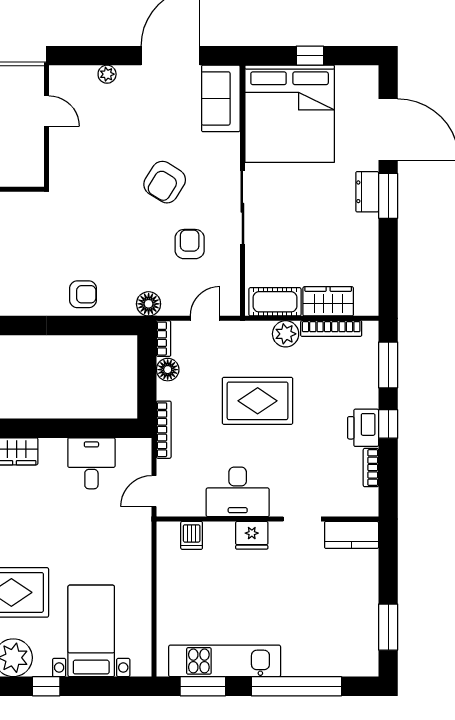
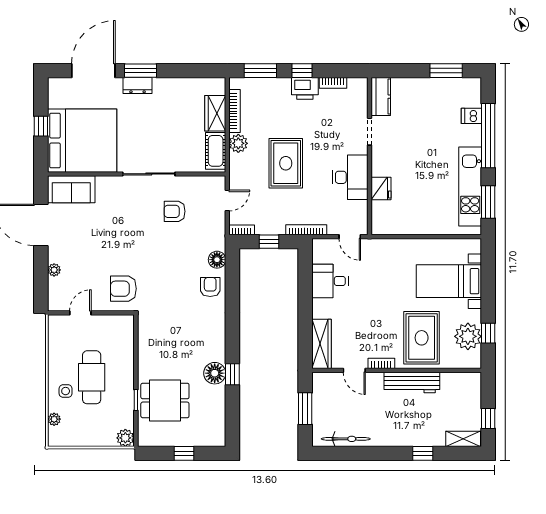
armchair: (165, 182) -> (123, 289), moved, turned 148
floor lamp: (149, 304) -> (217, 260), moved
door: (205, 318) -> (227, 200), swing flipped
floor lamp: (168, 370) -> (264, 227), removed
window: (147, 377) -> (269, 242), added
dishwasher: (192, 535) -> (471, 116), moved, turned 180
fridge: (252, 535) -> (381, 189), moved
window: (46, 686) -> (488, 333), moved

